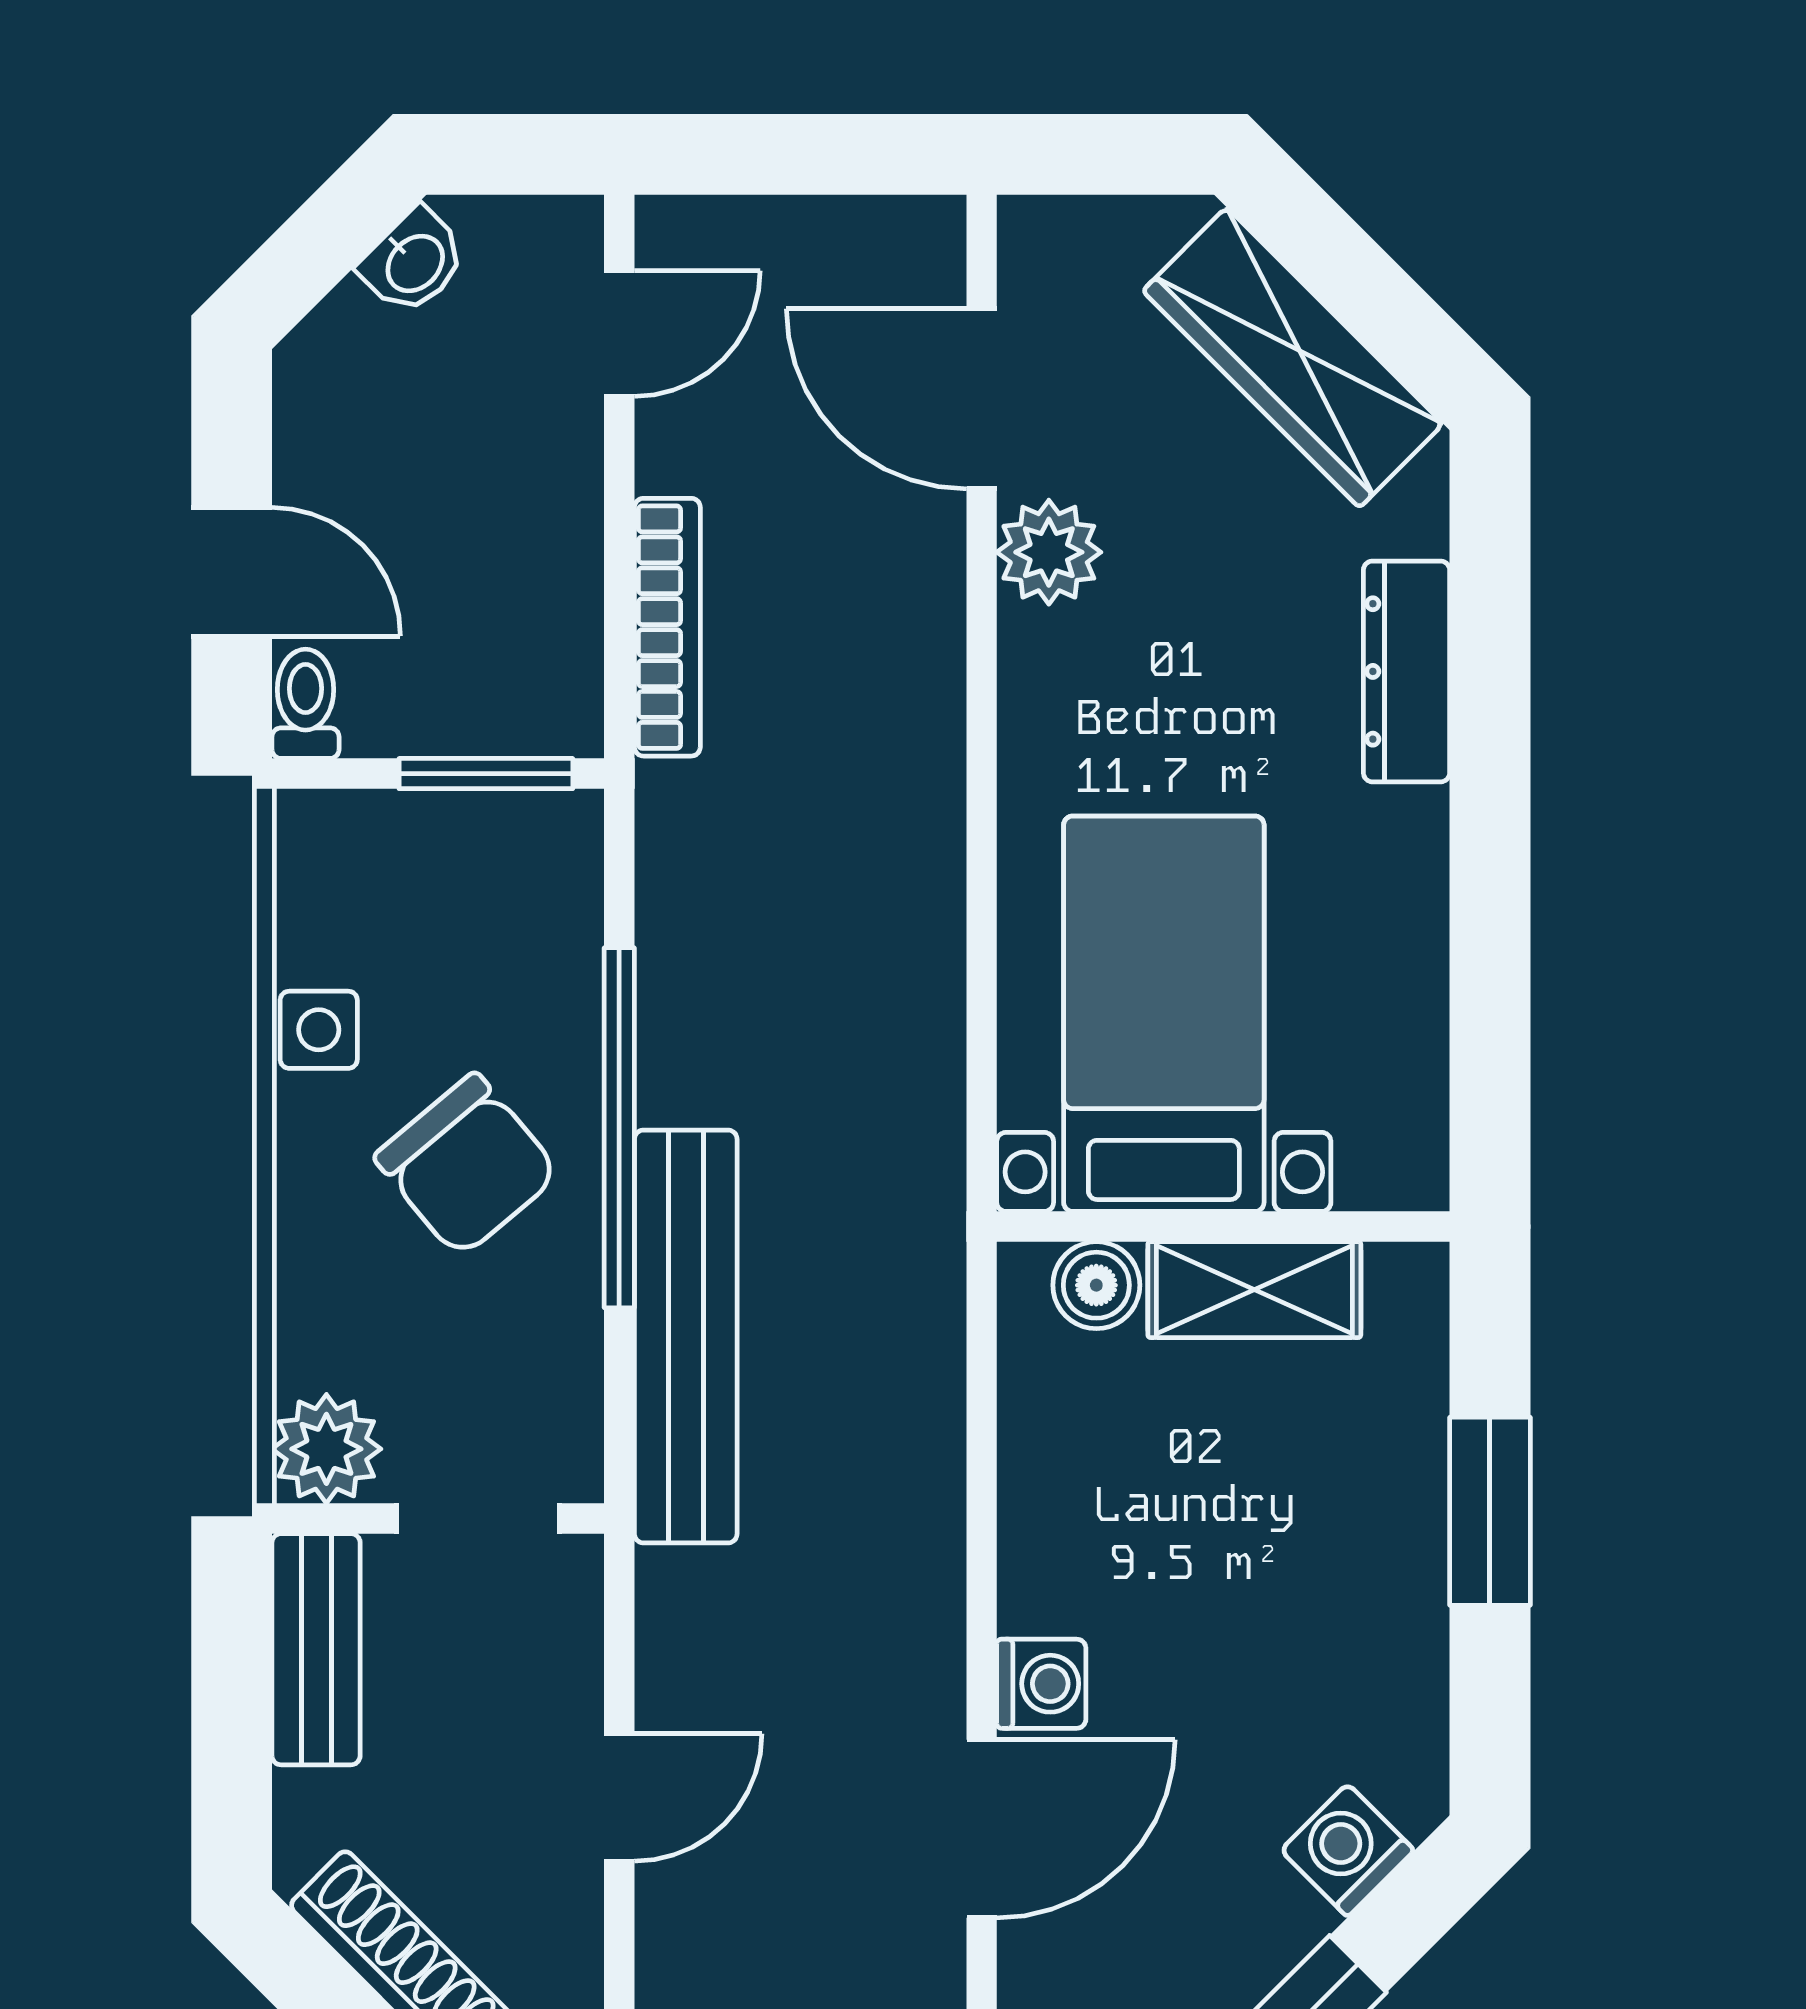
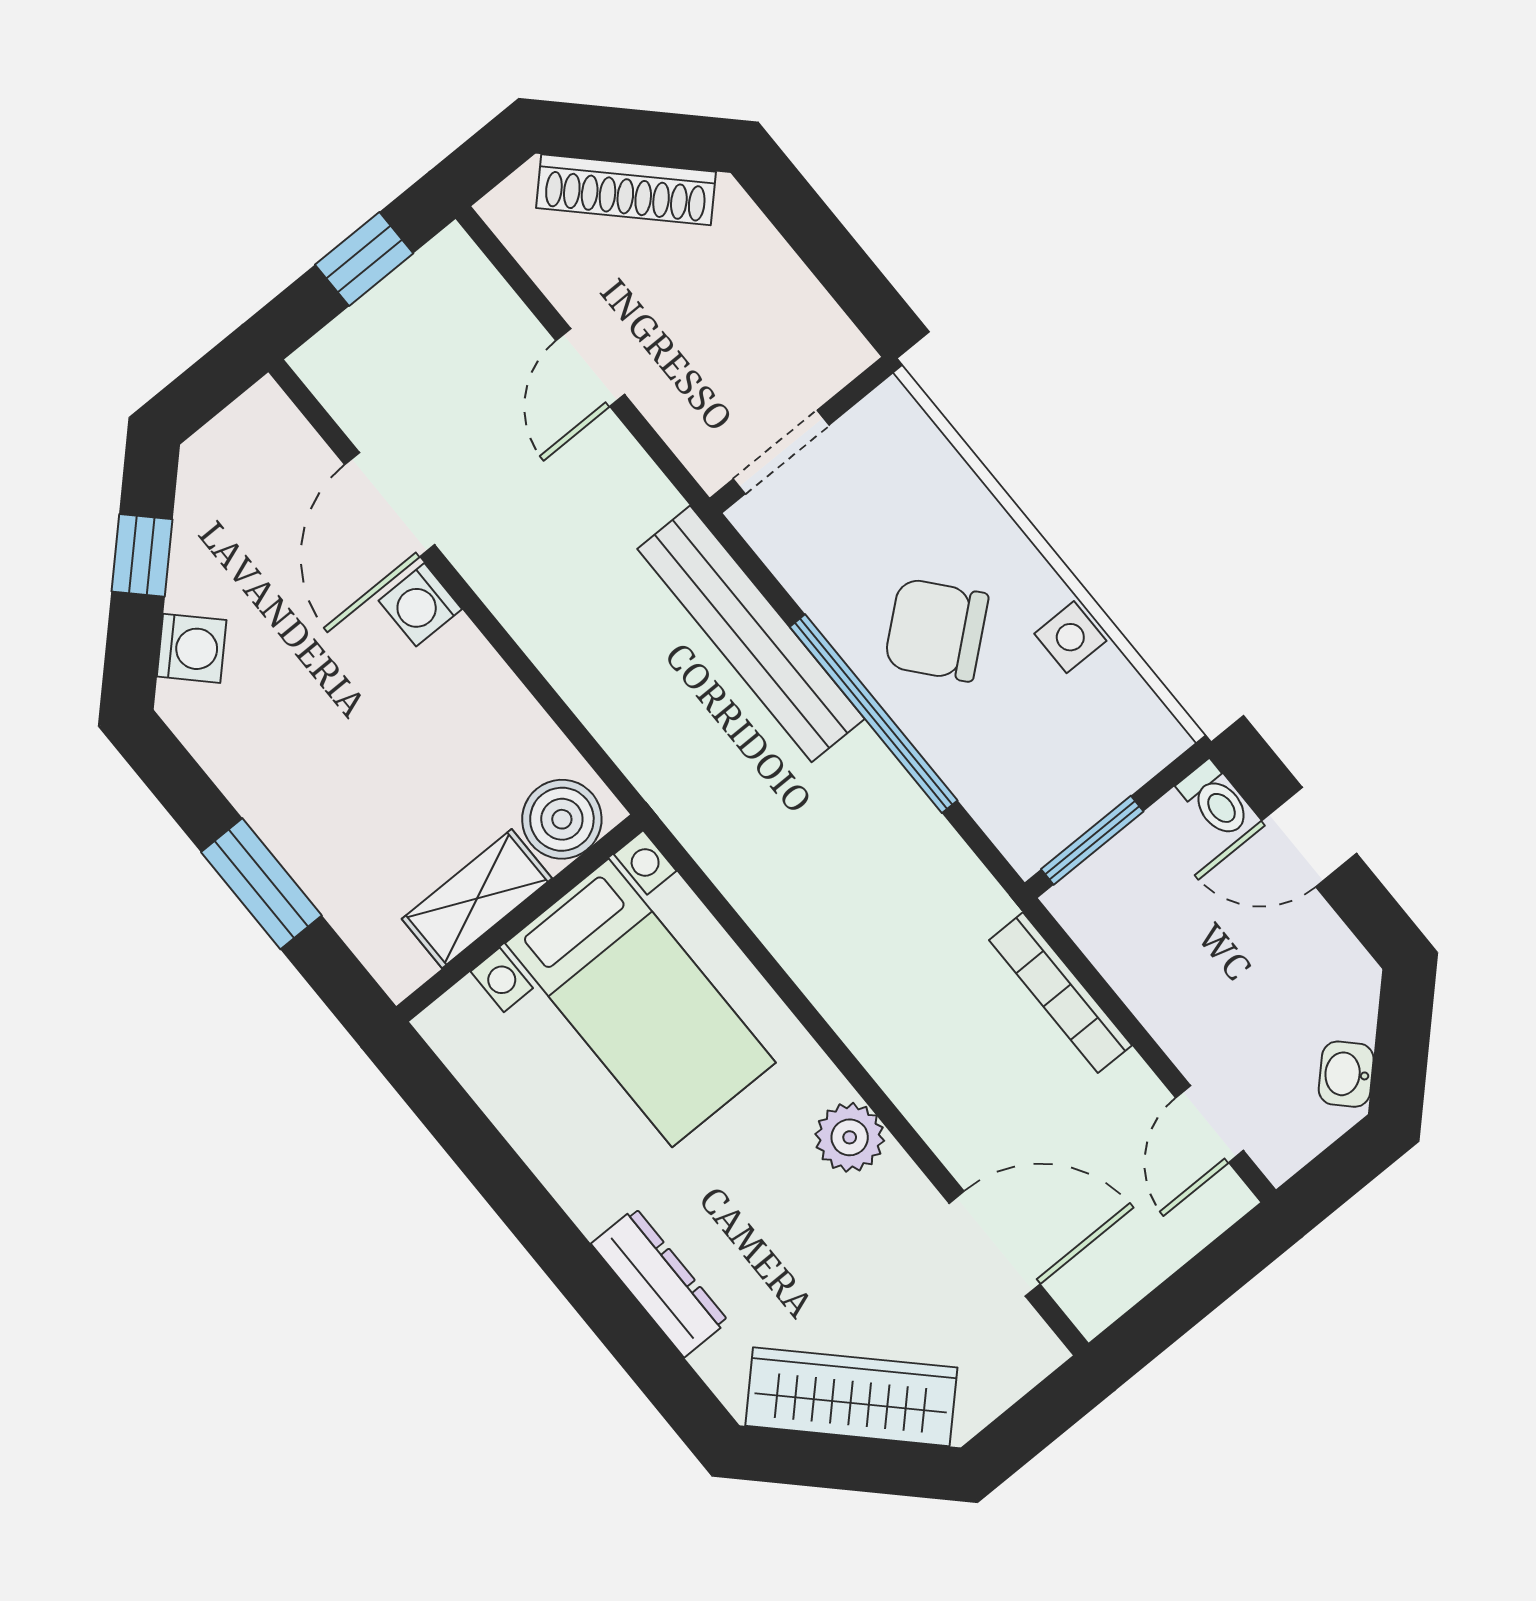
plant: (1049, 552) -> (850, 1137), moved
boiler: (1096, 1285) -> (562, 819), width x1.36, depth x1.36
plant: (326, 1449) -> (889, 424), removed
bench: (316, 1649) -> (810, 316), removed

